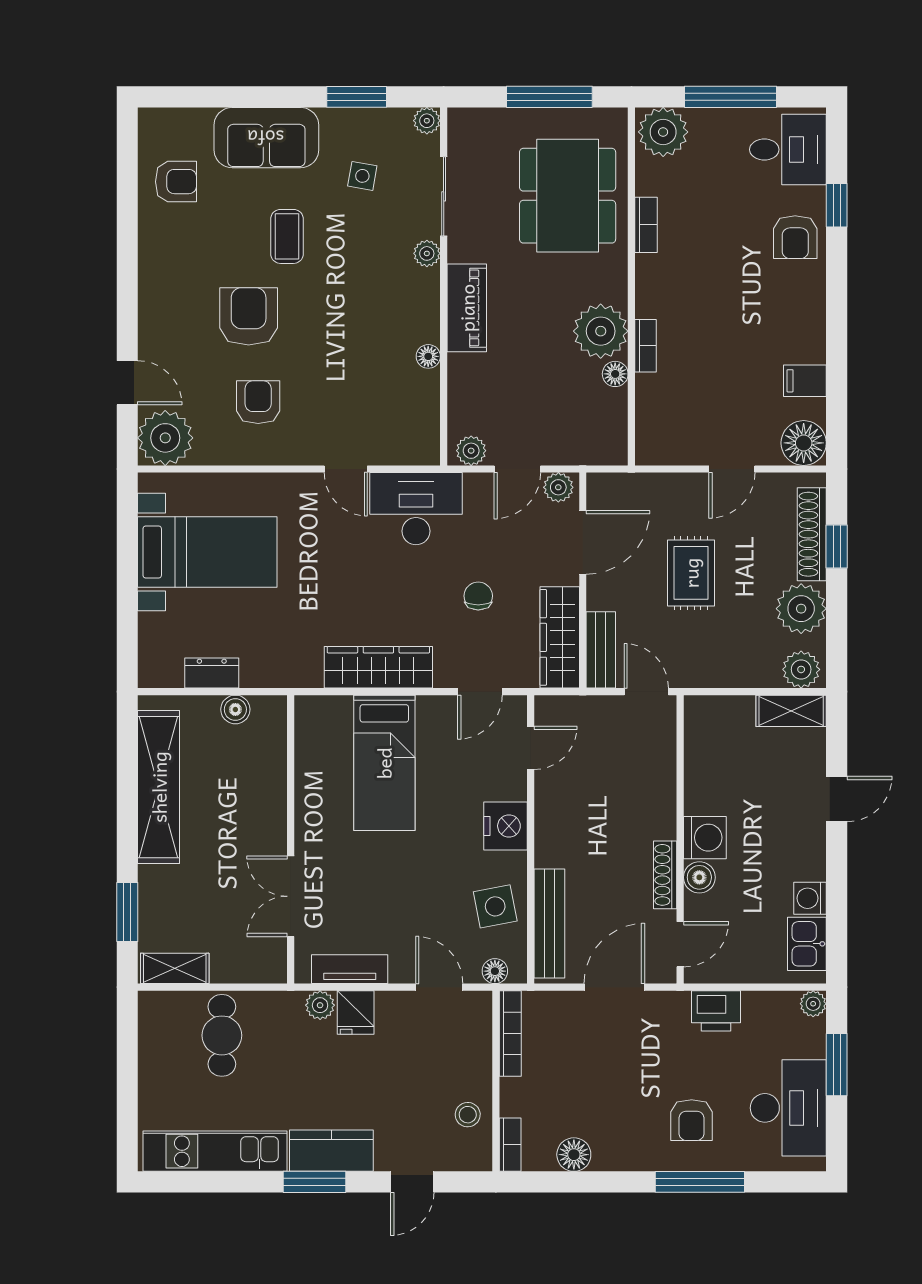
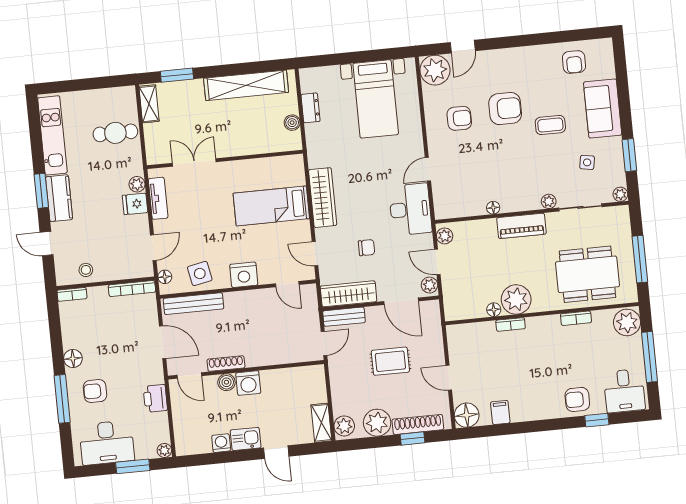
kitchen sink: (807, 944) -> (246, 439), moved
floor lamp: (574, 1155) -> (73, 359), moved

